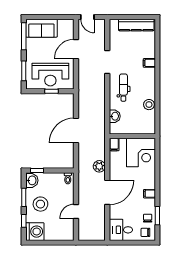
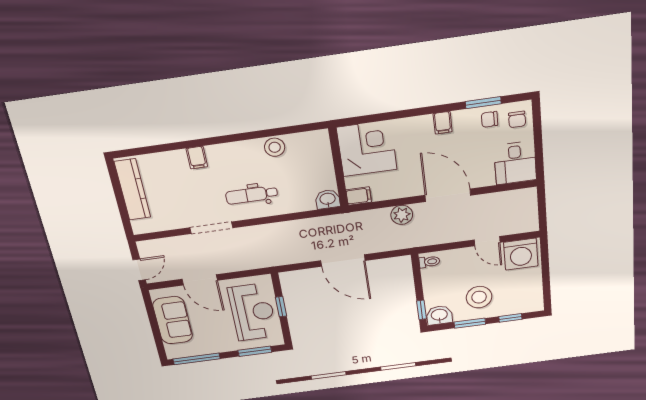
sofa: (41, 28) -> (173, 320), moved
washbasin: (115, 116) -> (328, 199), moved
washing machine: (35, 232) -> (521, 254), moved, turned 180

